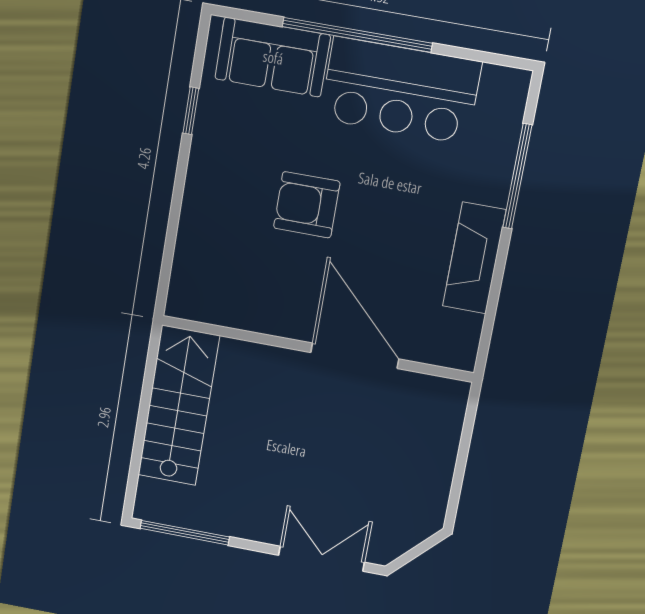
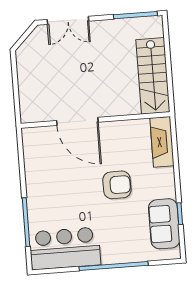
sofa: (273, 57) -> (164, 224), moved, turned -90
bar counter: (401, 90) -> (65, 248), moved
fireplace: (474, 258) -> (162, 142), moved, turned 180

